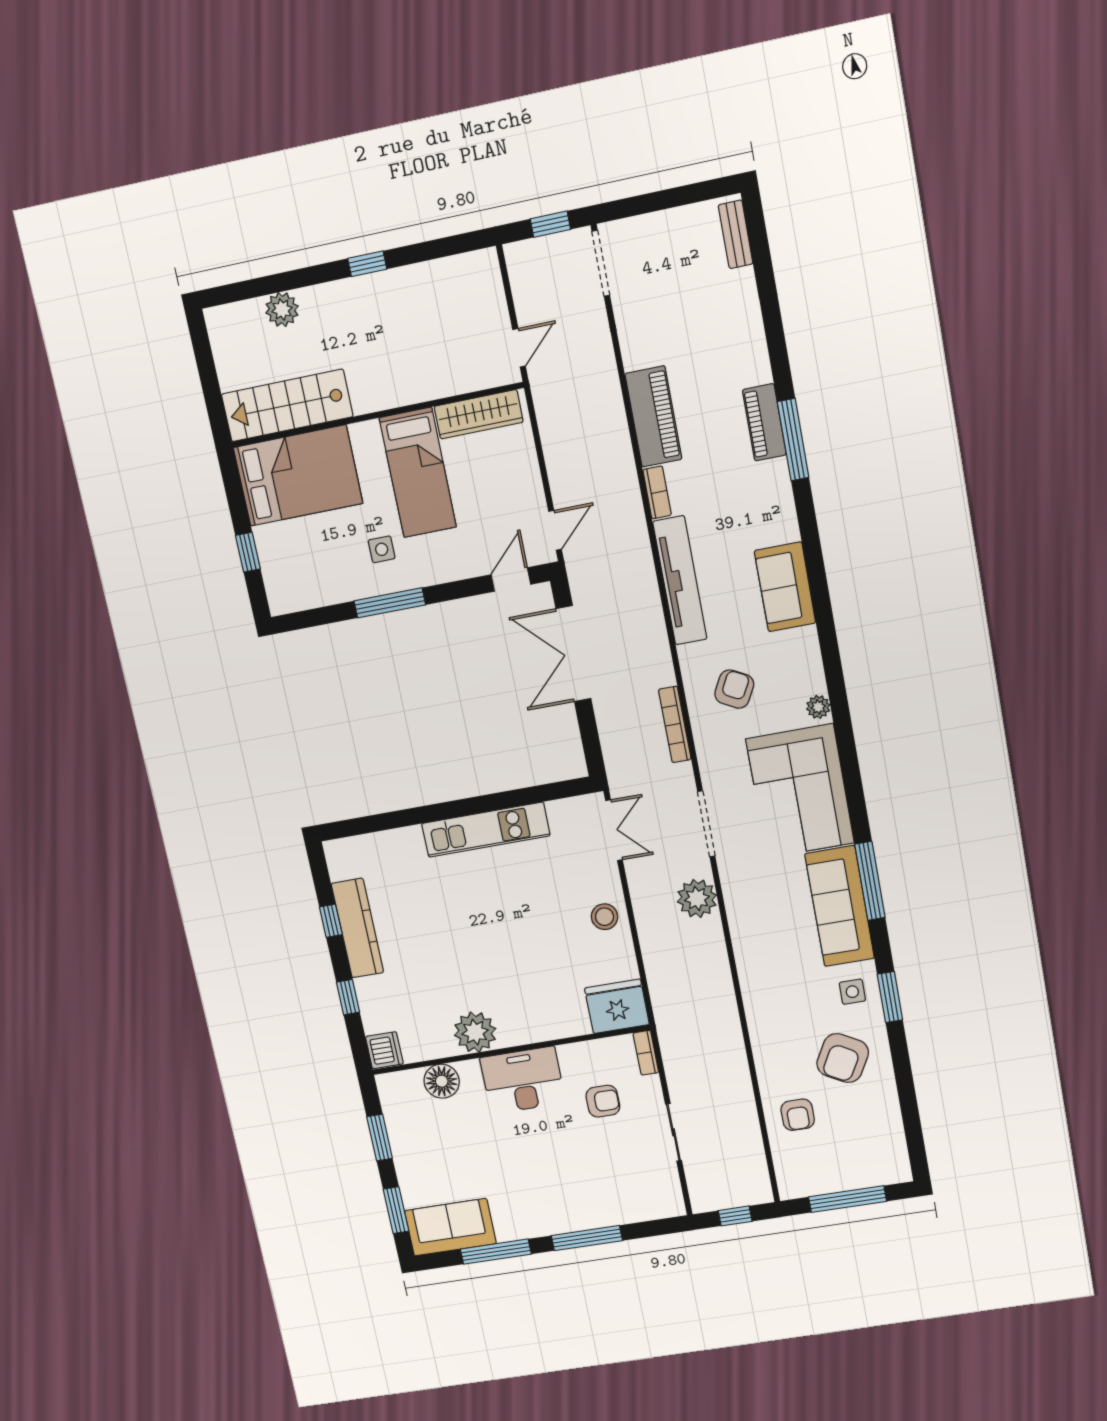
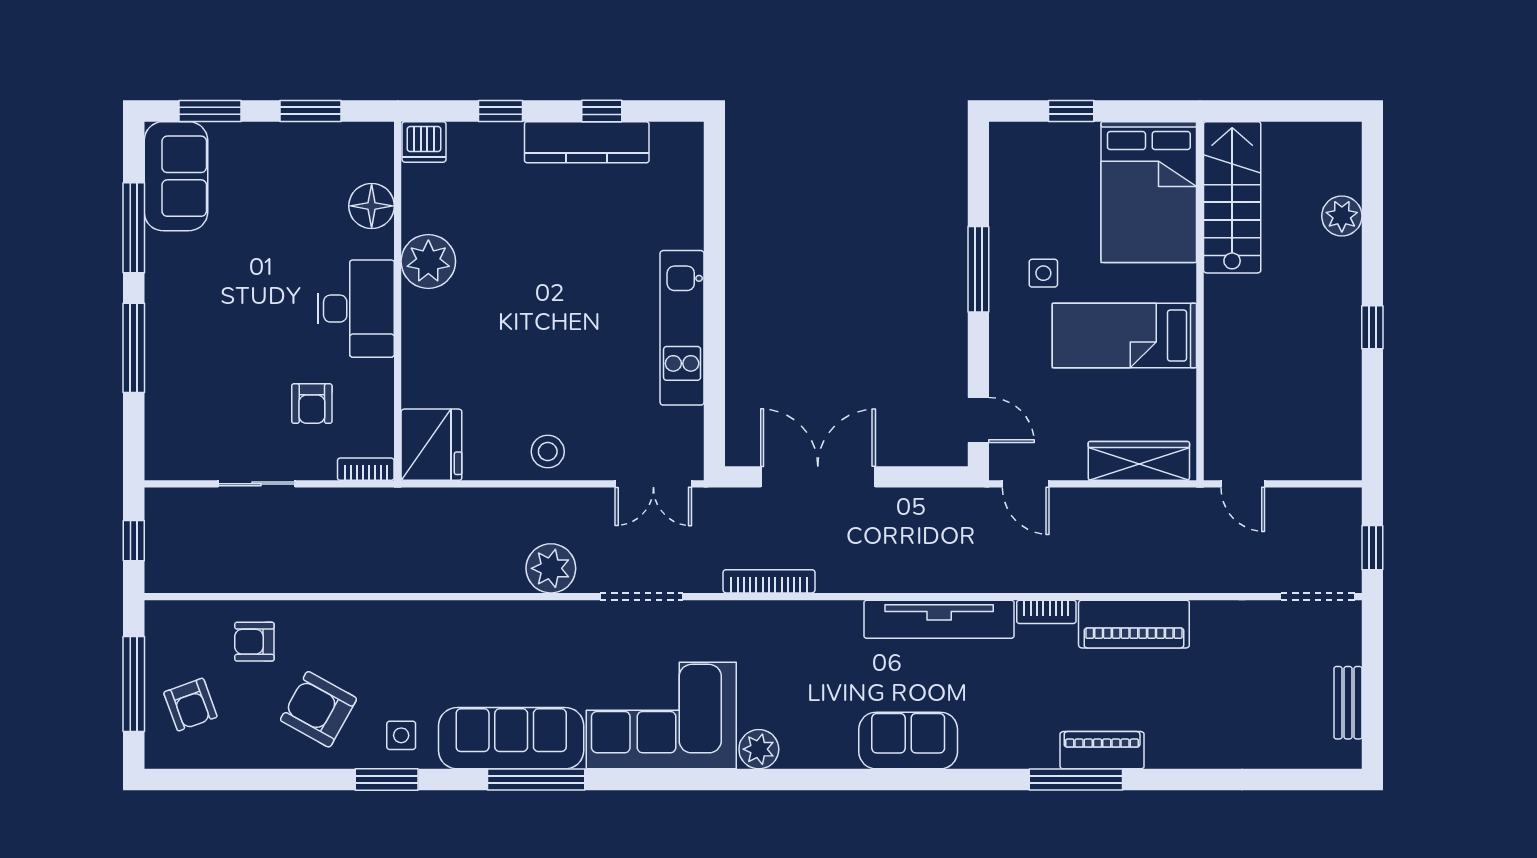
bench: (736, 234) -> (1348, 703), moved, turned 90
wardrobe: (479, 414) -> (1139, 461), moved, turned 90
double door: (573, 654) -> (818, 477), moved
armchair: (734, 689) -> (190, 705), moved, turned 42
plant: (818, 707) -> (759, 749), width x1.38, depth x1.38

